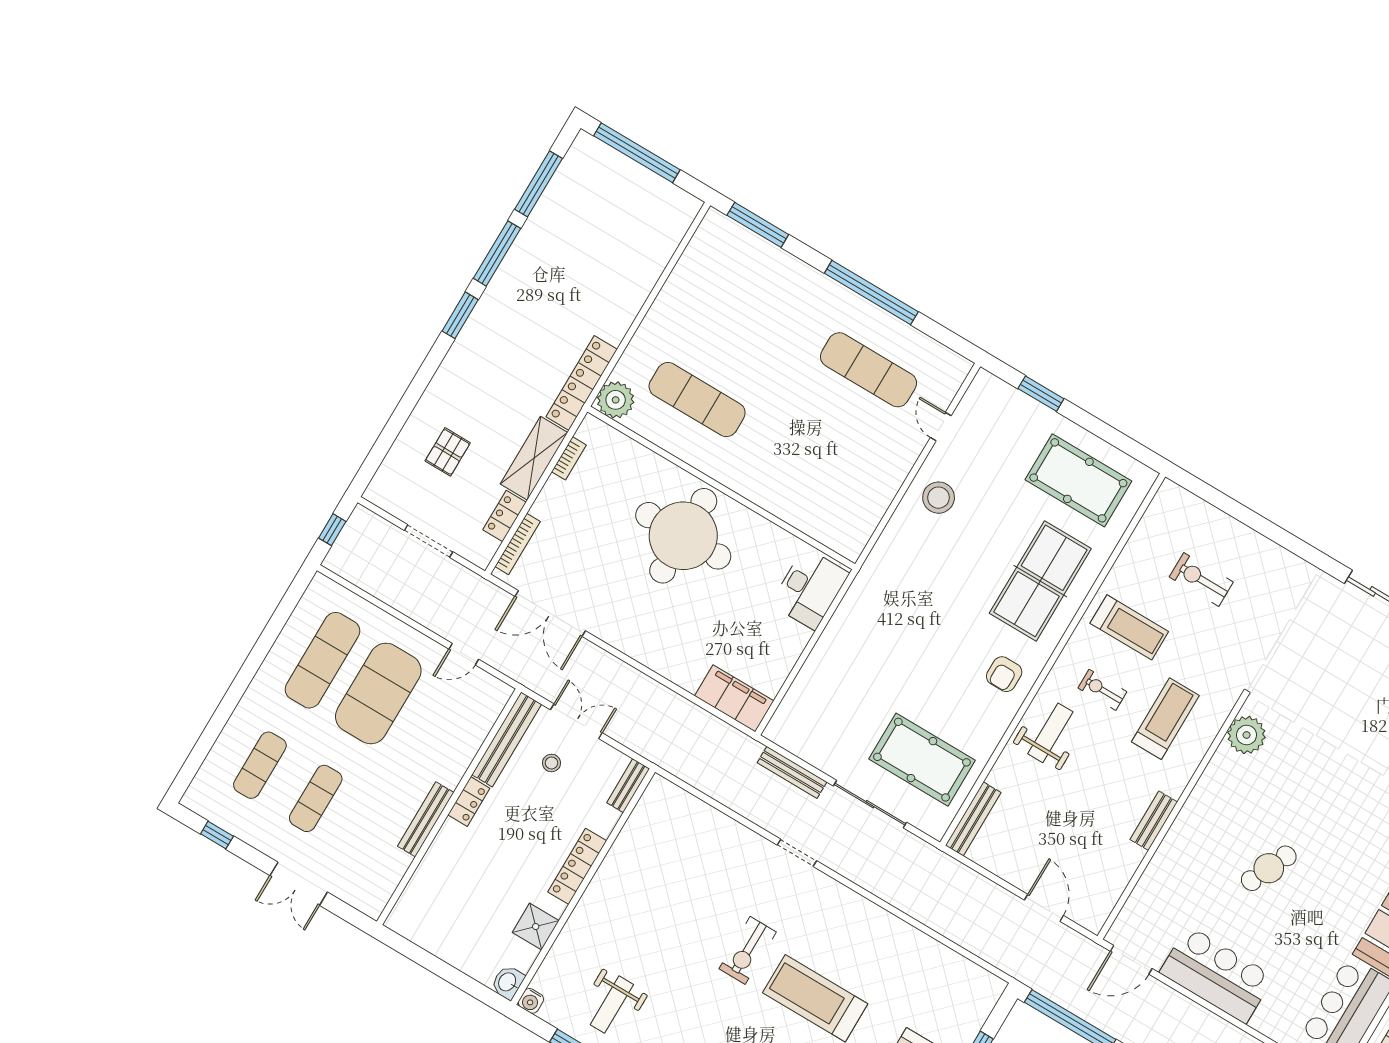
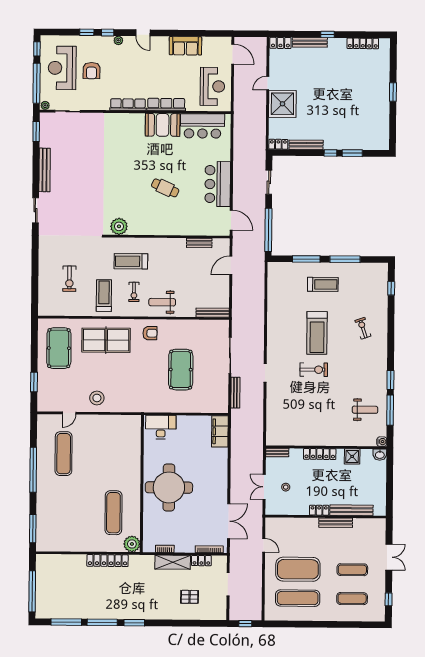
locker: (582, 383) -> (108, 561), moved
bench: (507, 739) -> (351, 510), moved
pool table: (922, 760) -> (181, 370), moved
bench: (1154, 821) -> (199, 243), moved

